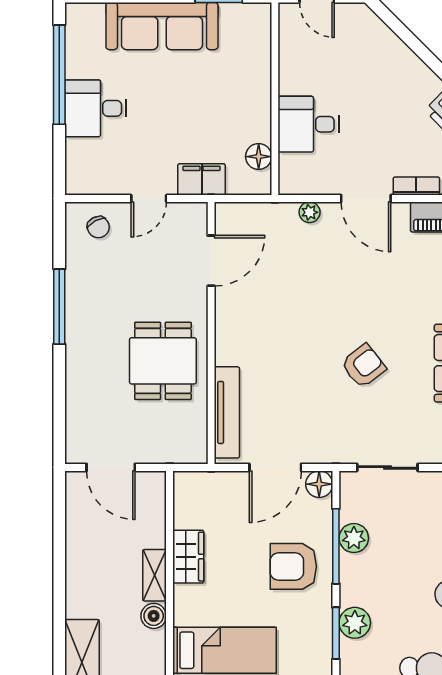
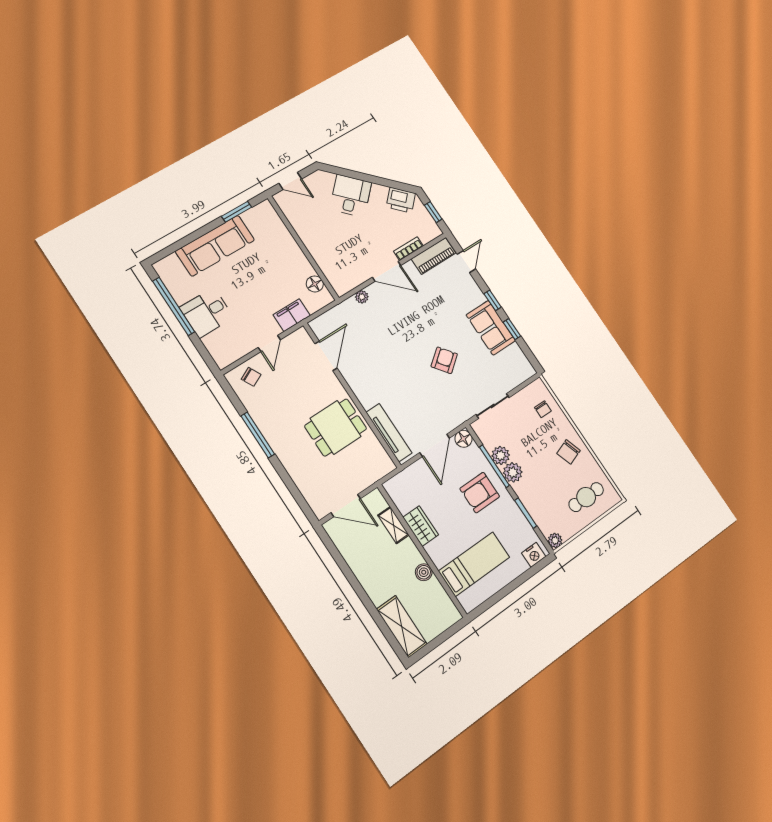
desk: (308, 124) -> (351, 196), moved, turned 135
dining table: (163, 361) -> (336, 427), turned 90
shelving: (155, 575) -> (393, 525), moved
plant: (355, 623) -> (513, 472), moved

